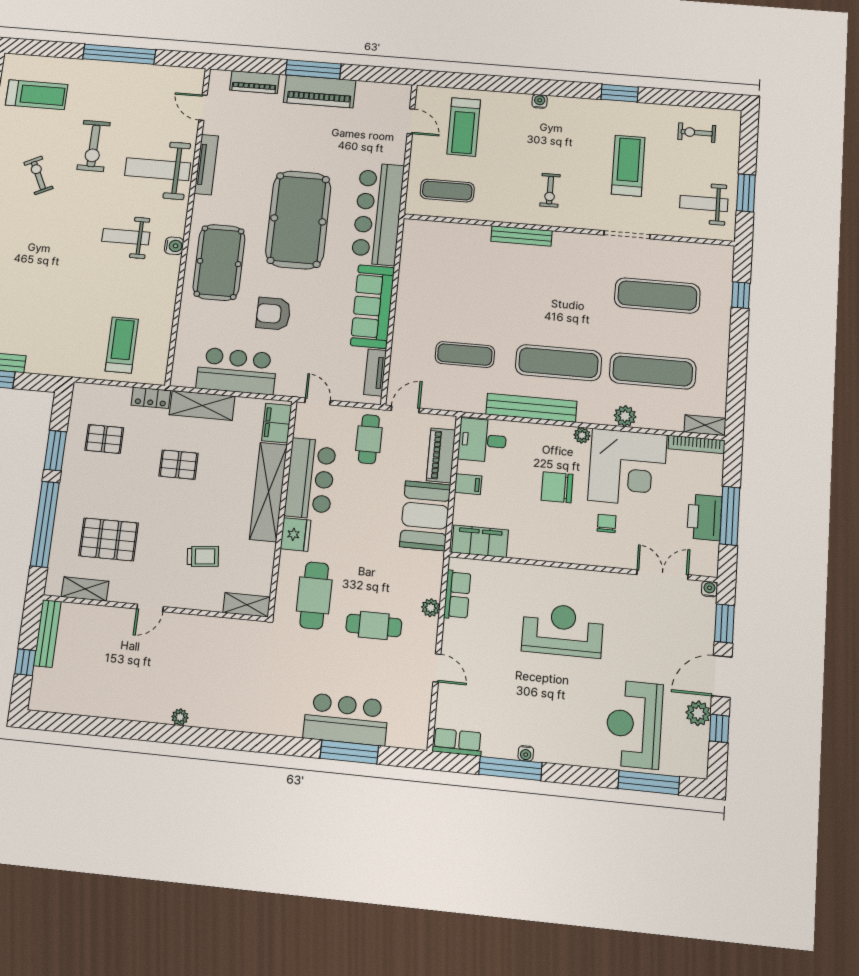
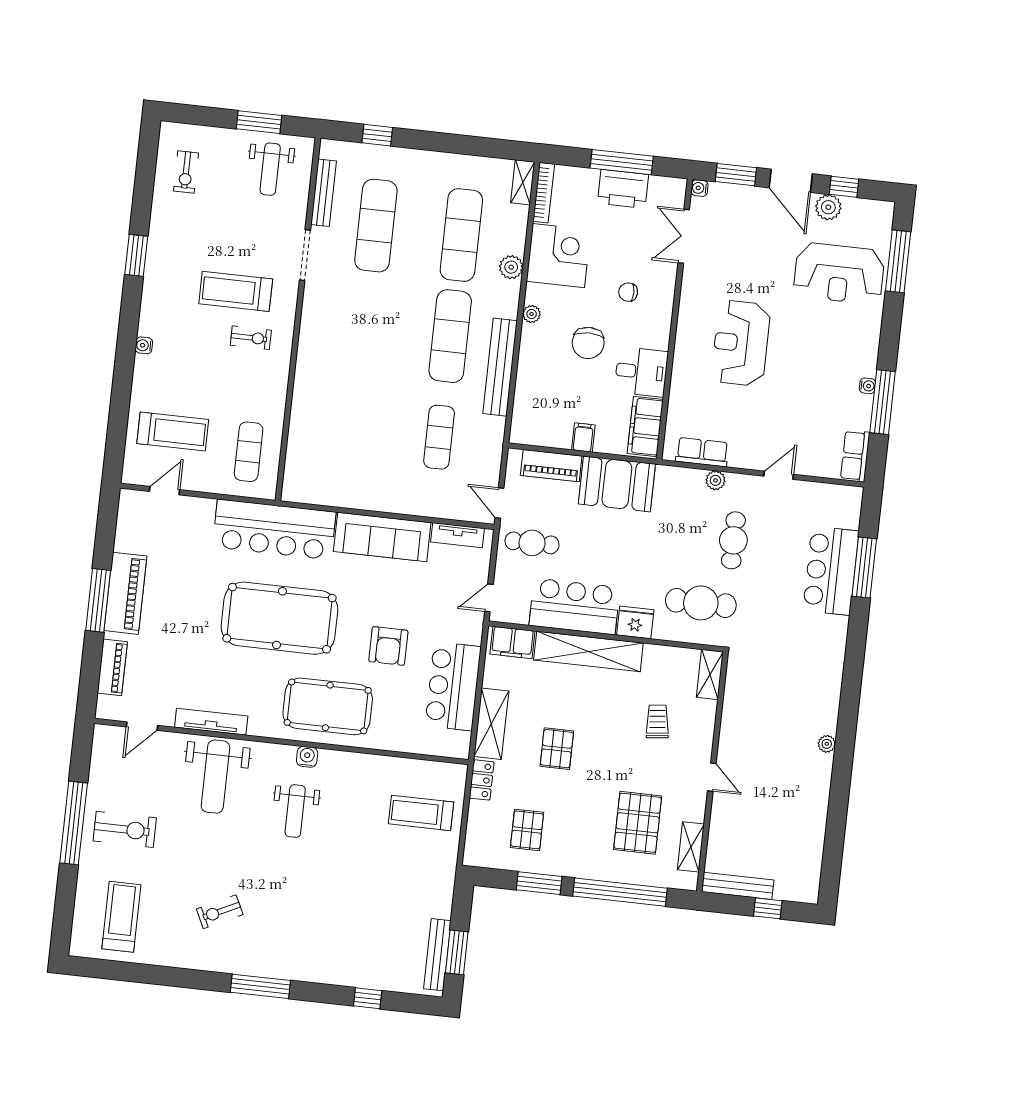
exercise bike: (94, 146) -> (125, 829), moved
treadmill: (628, 166) -> (236, 291), moved
bench: (521, 236) -> (323, 193), moved
desk: (482, 440) -> (641, 372), moved, turned -90
corner desk: (628, 468) -> (558, 256), width x0.74, depth x0.74

